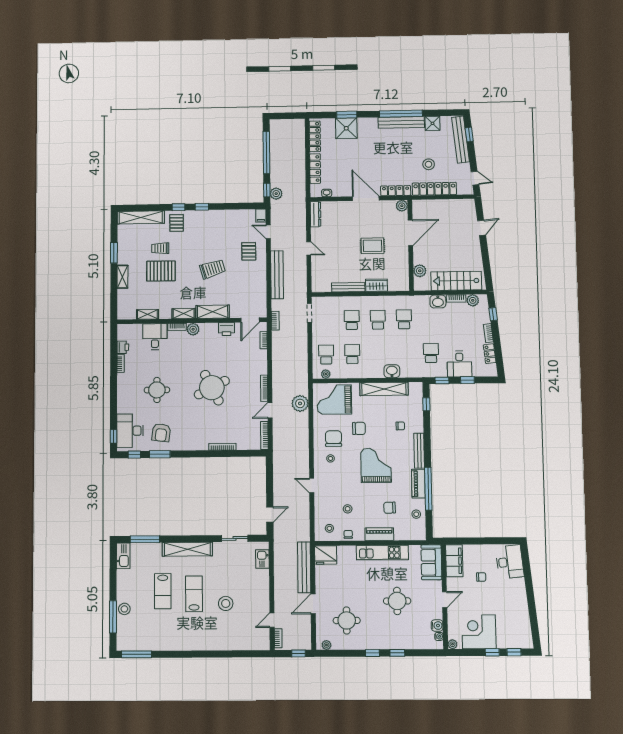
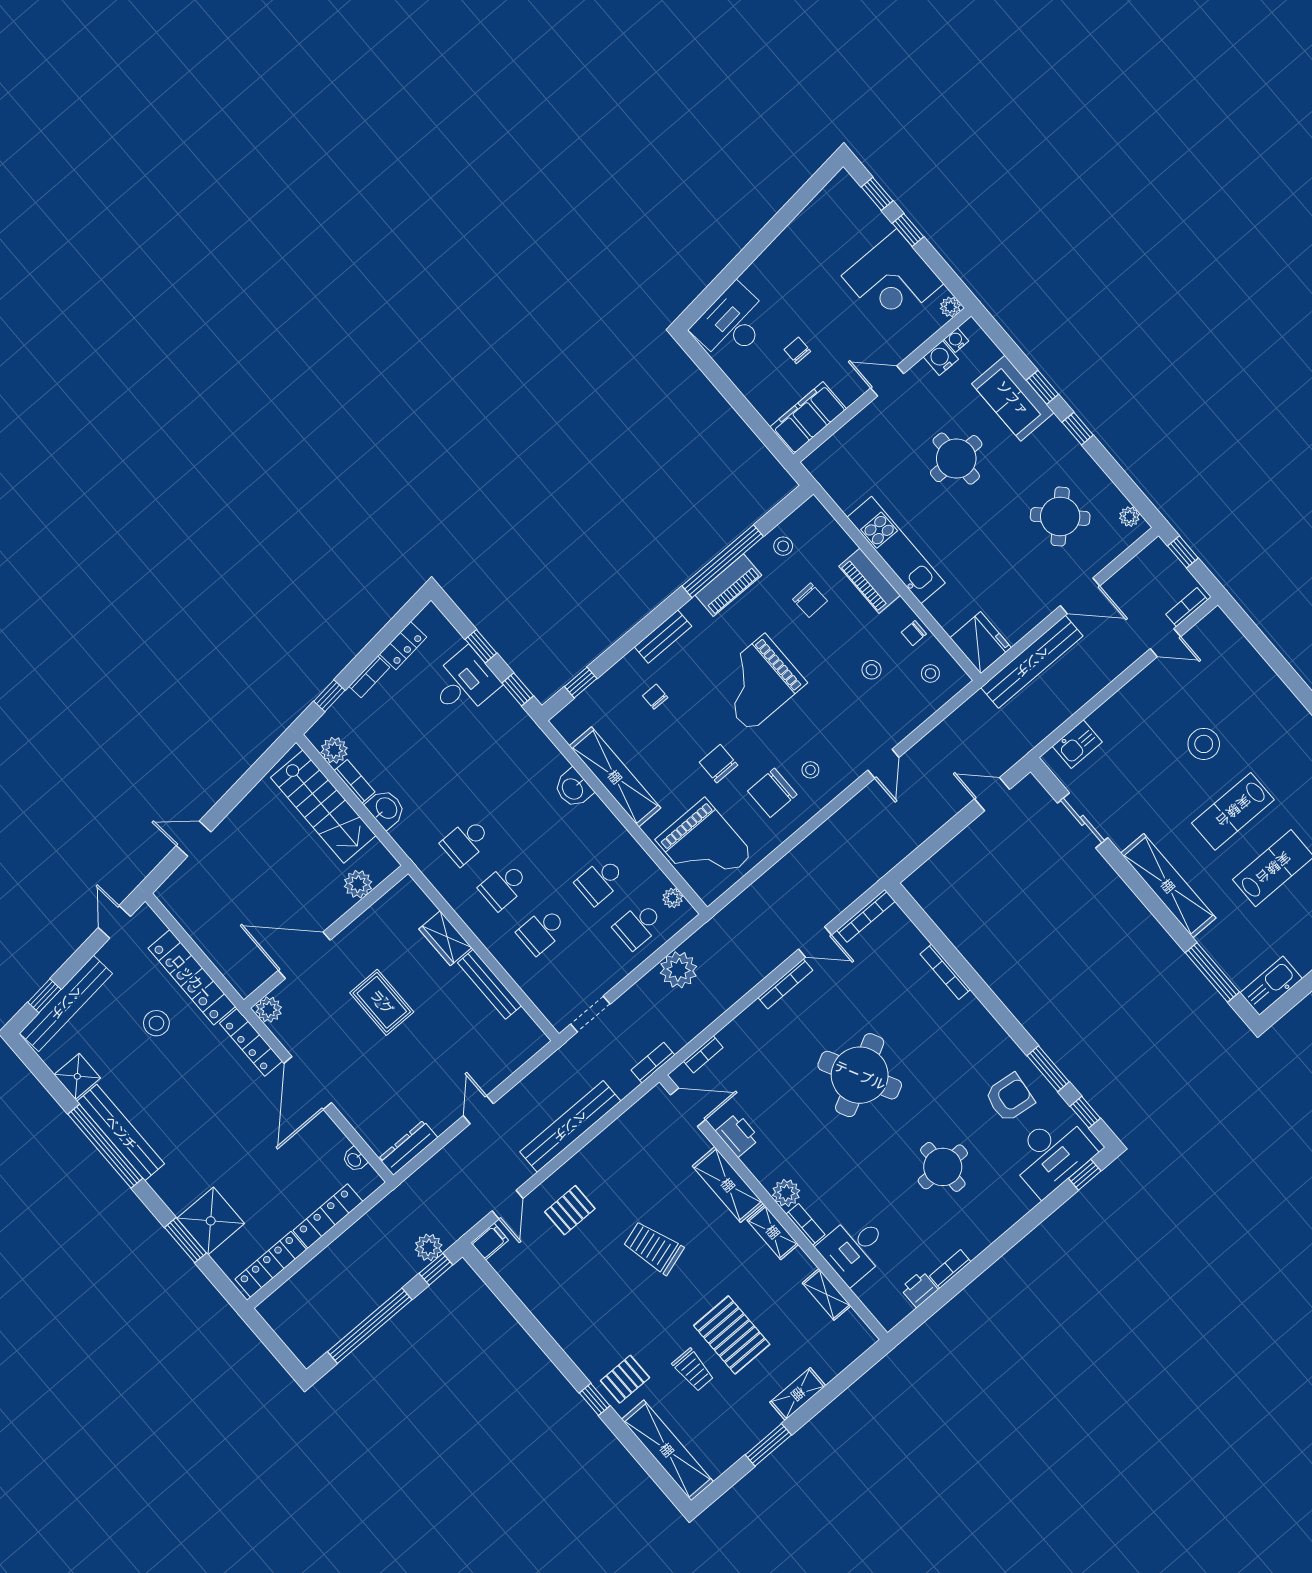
window: (202, 207) -> (560, 1359), removed
school desk: (431, 353) -> (486, 747), removed
plant: (300, 403) -> (679, 970), moved
bench: (419, 451) -> (663, 637), width x0.73
sofa: (431, 562) -> (1013, 398), moved, turned 90
round table: (347, 620) -> (1060, 516), turned 45

